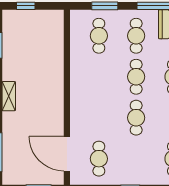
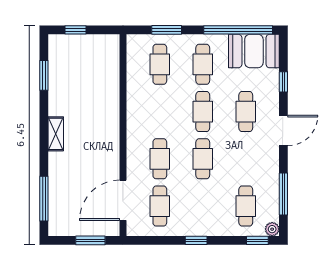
cafe table: (99, 118) -> (160, 159), added
door: (67, 154) -> (123, 200), hinge flipped

